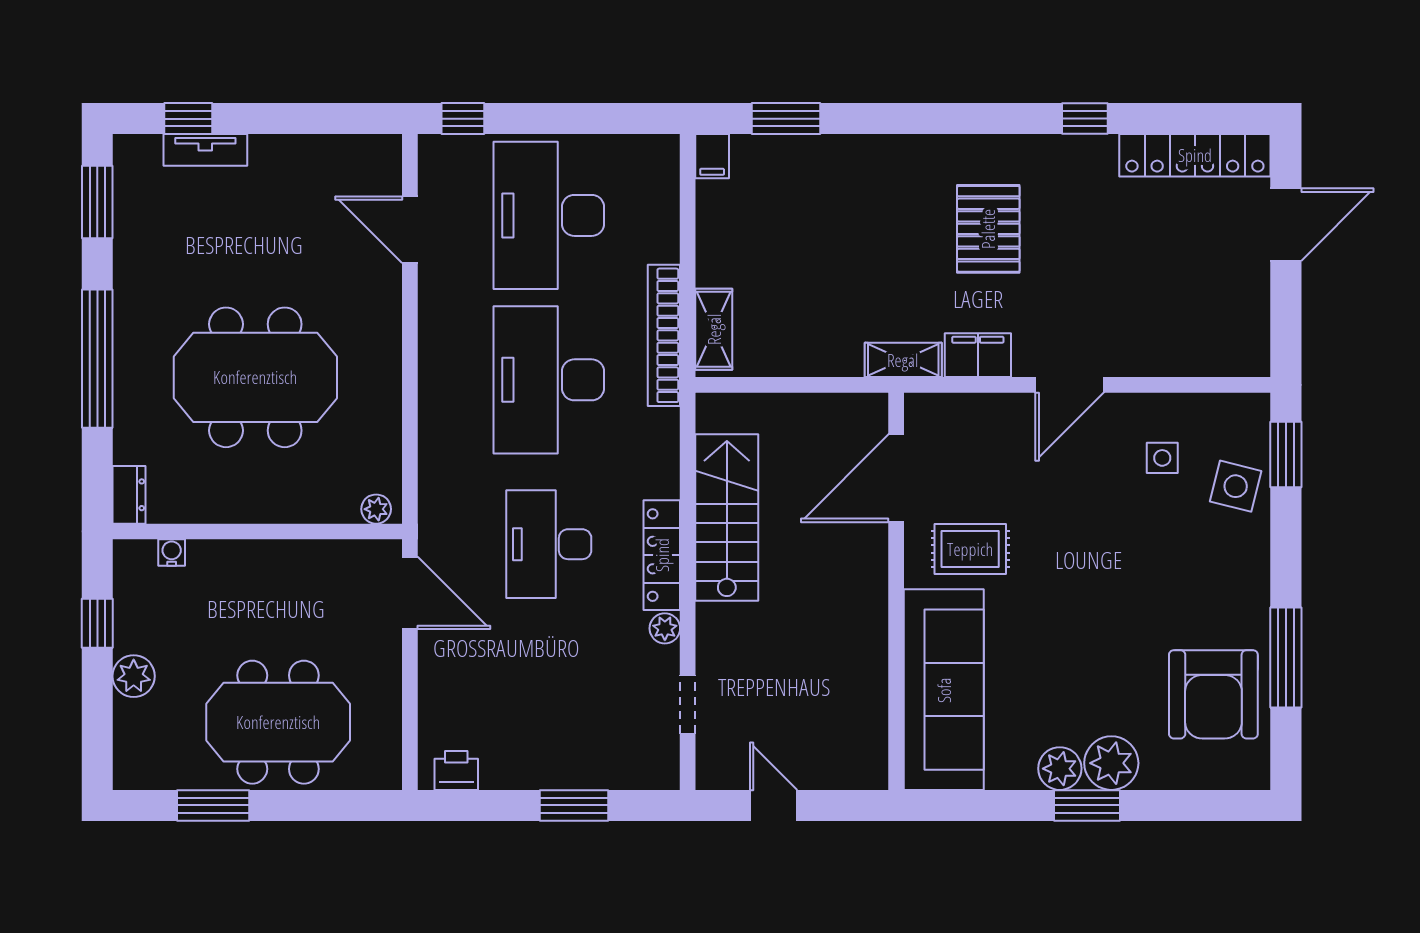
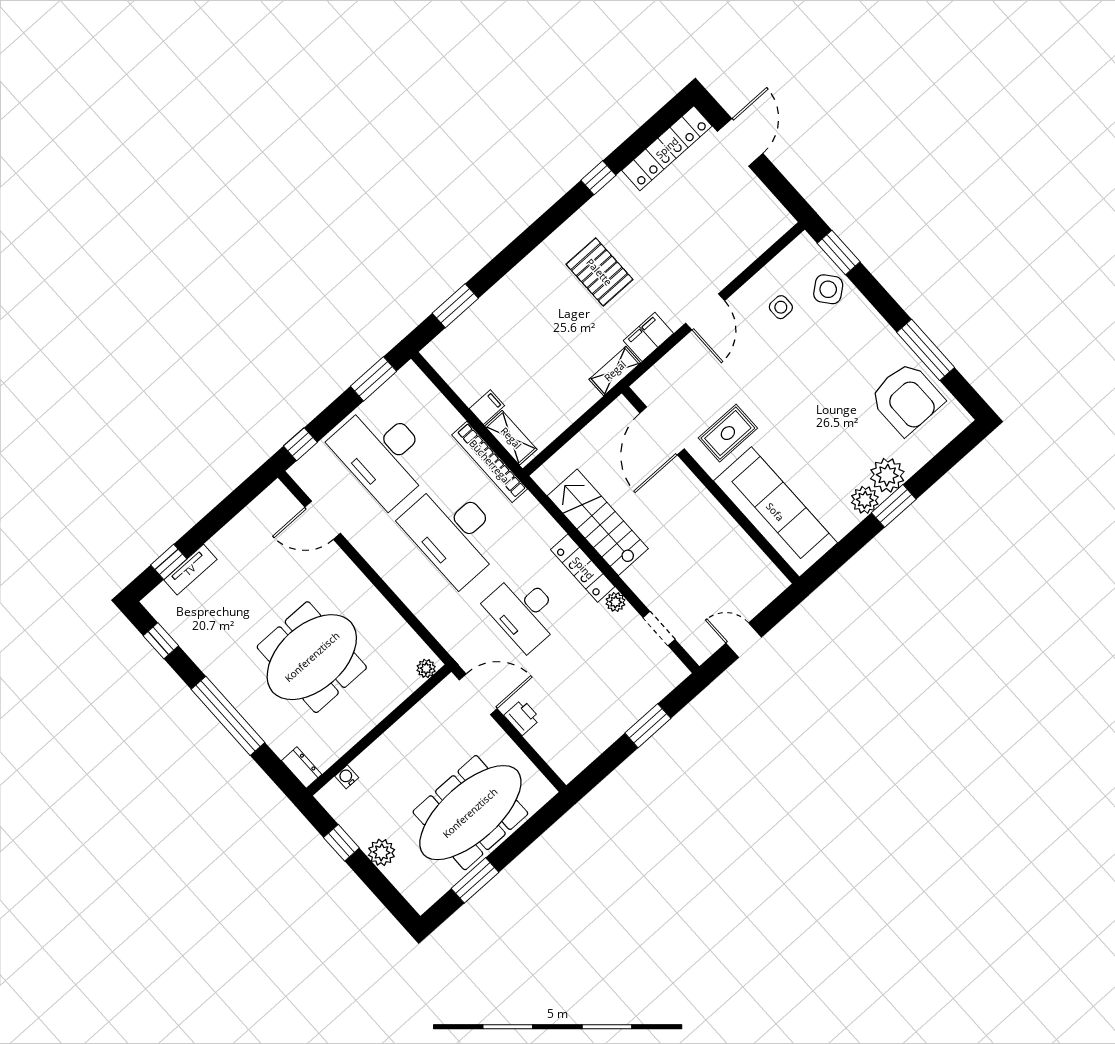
window: (615, 119) -> (373, 379), added
filing cabinet: (712, 156) -> (487, 407), moved, turned -90
window: (97, 202) -> (161, 641), width x0.67
side table: (1236, 486) -> (828, 289), turned 37
meeting table: (278, 722) -> (470, 813), width x1.36
printer: (456, 770) -> (522, 717), moved, turned 90

